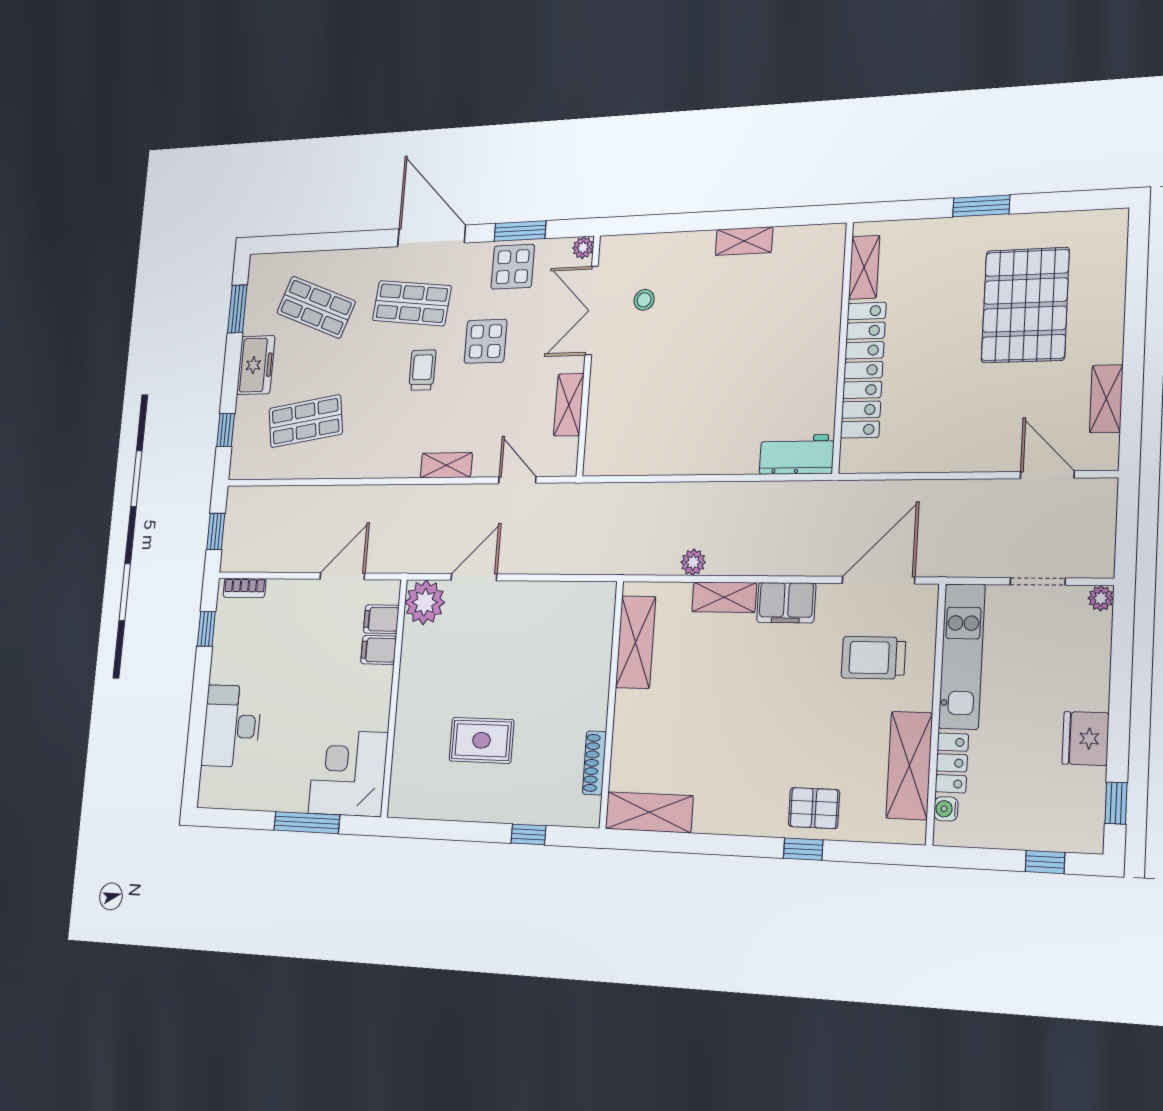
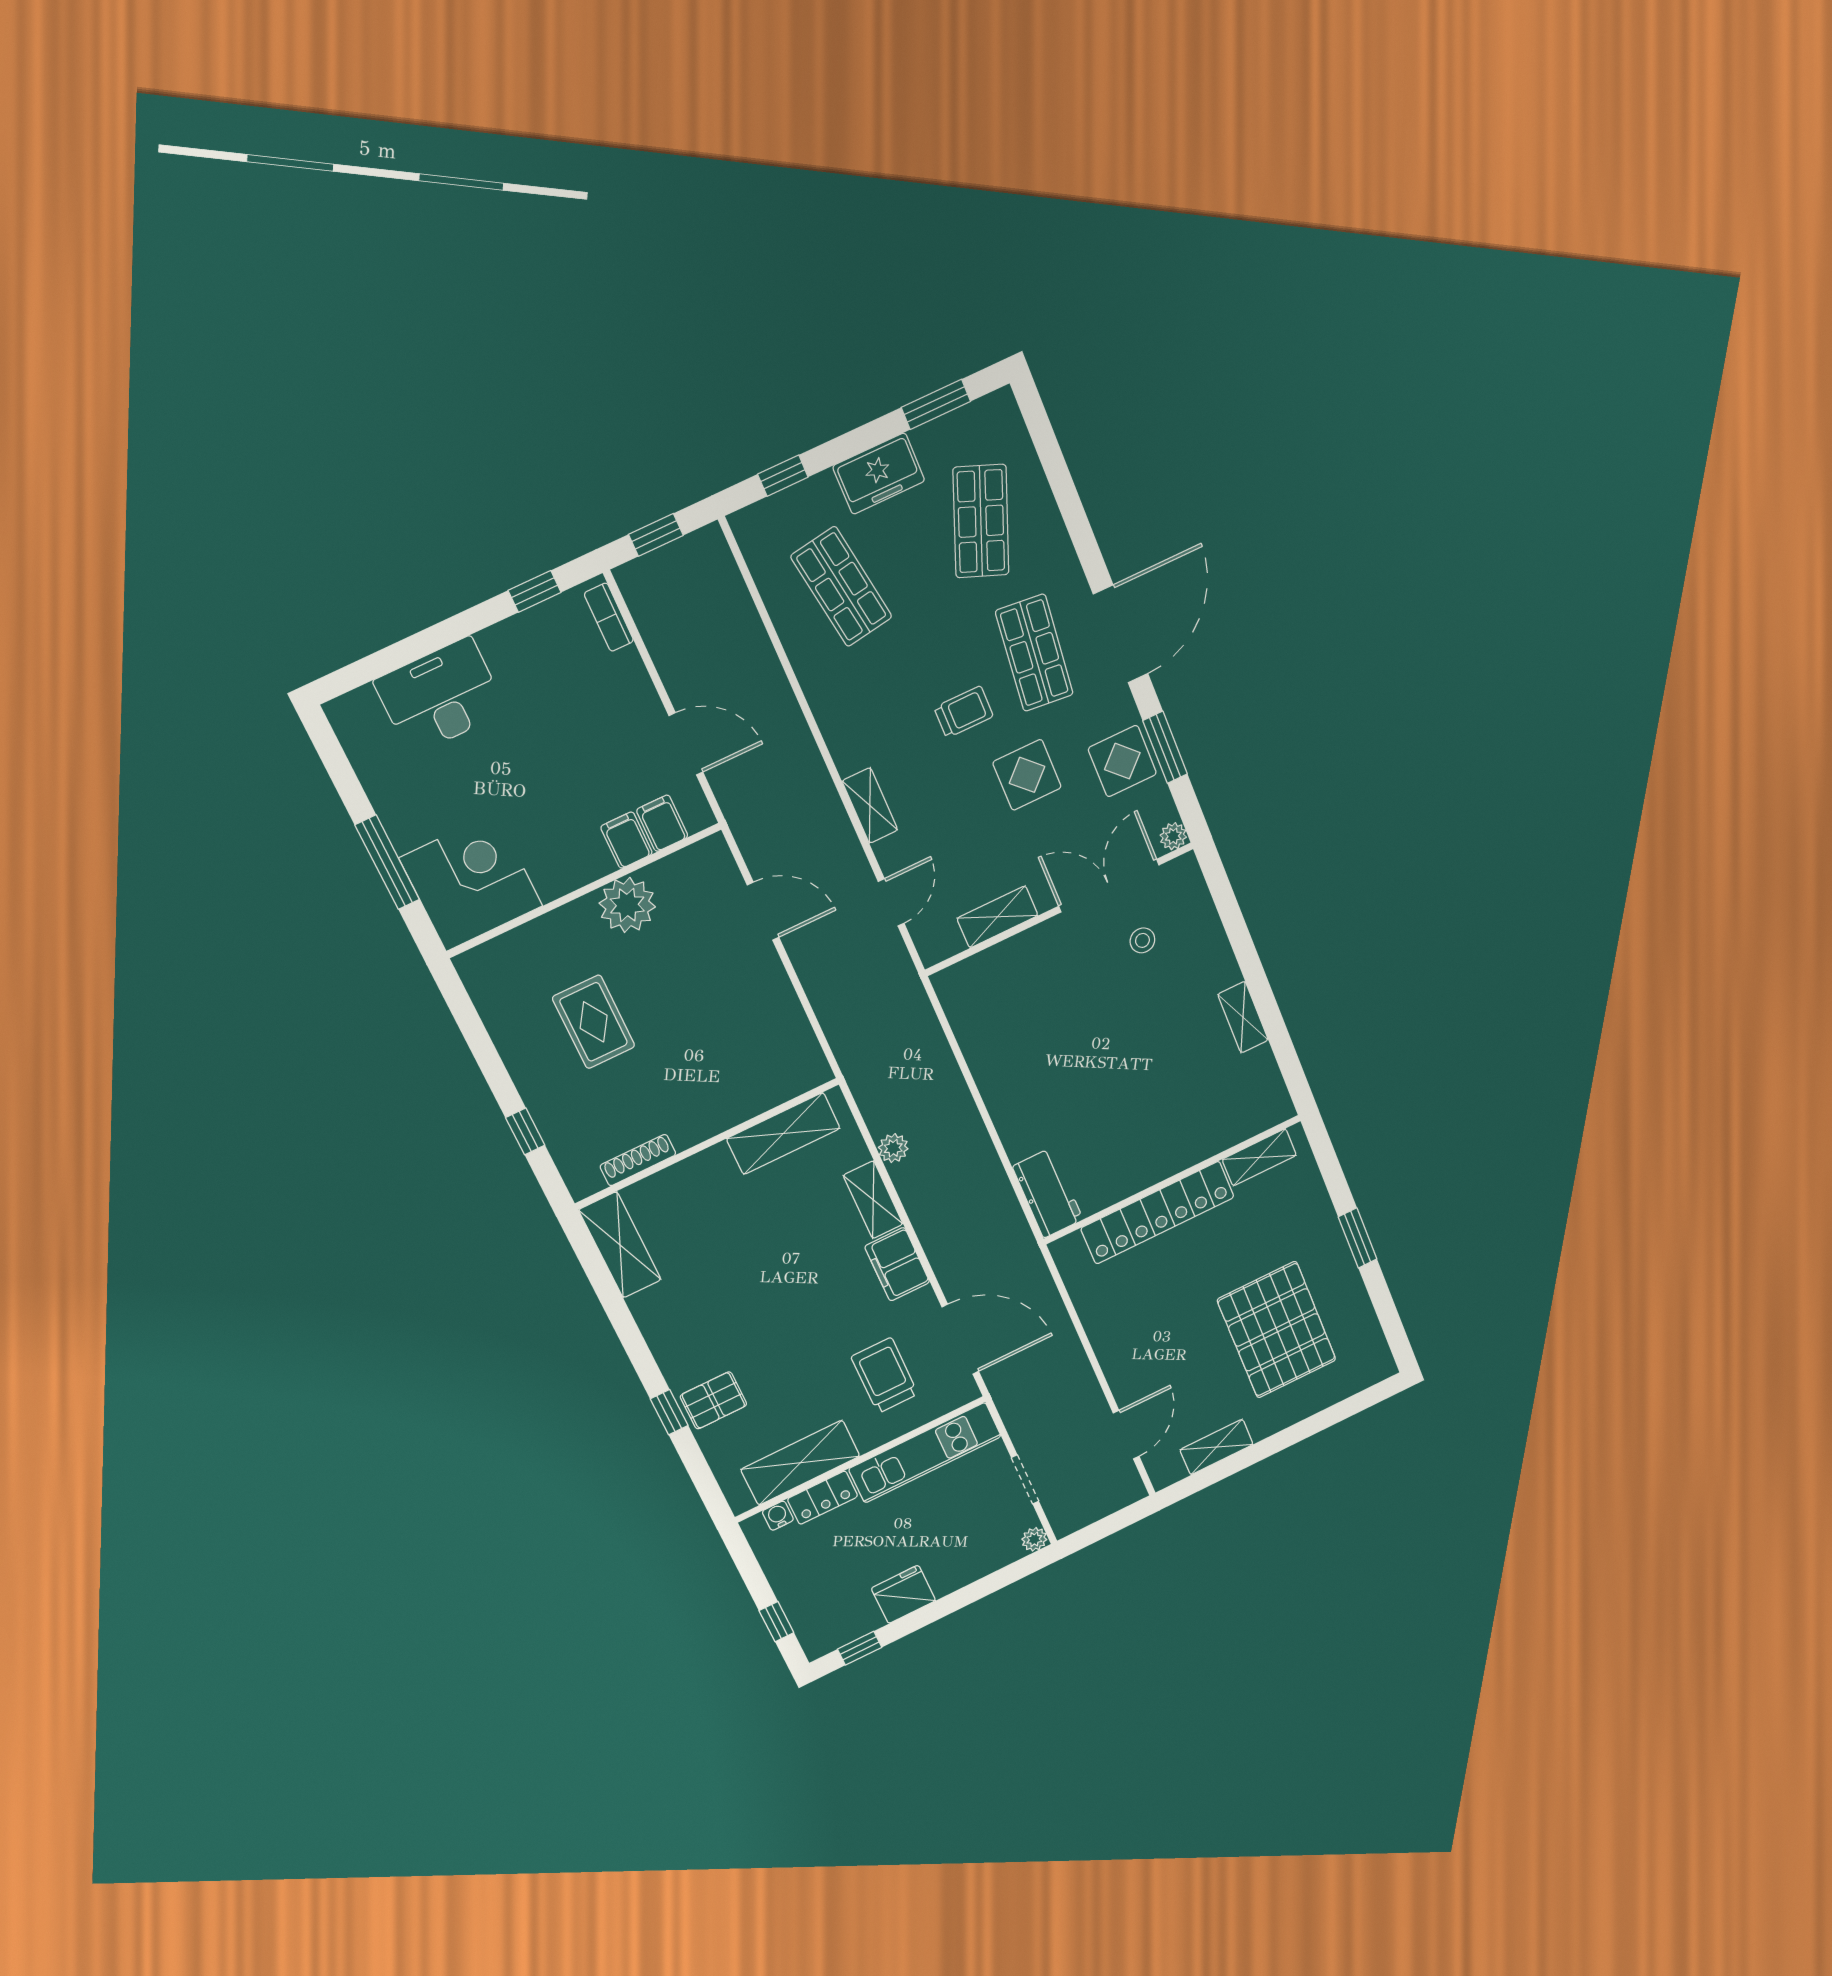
pallet: (1025, 305) -> (1277, 1330), turned 90
plant: (425, 602) -> (627, 905), moved
pallet: (814, 808) -> (713, 1400), turned 90

